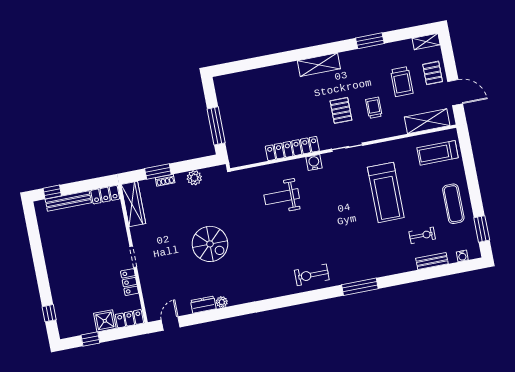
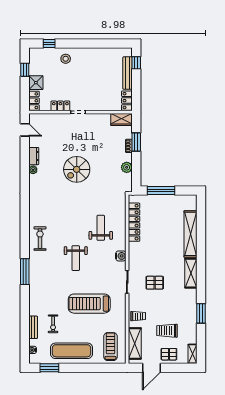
shelving: (267, 75) -> (190, 234), added
trolley: (374, 108) -> (138, 316), moved
locker: (292, 148) -> (134, 222), moved
wardrobe: (133, 204) -> (122, 120), width x0.67
exercise mat: (453, 204) -> (72, 351), width x1.36, depth x1.45
weight bench: (329, 222) -> (76, 258), added
stool: (65, 287) -> (66, 59), added

